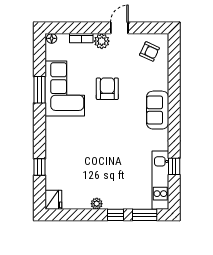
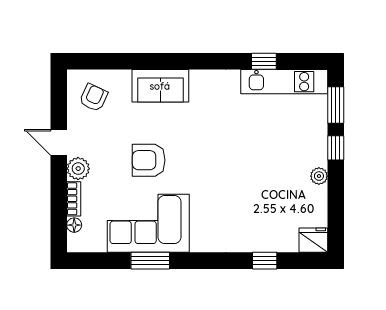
floor lamp: (52, 38) -> (74, 225), moved
sofa: (158, 110) -> (160, 86), moved

